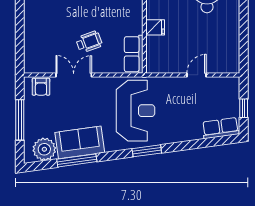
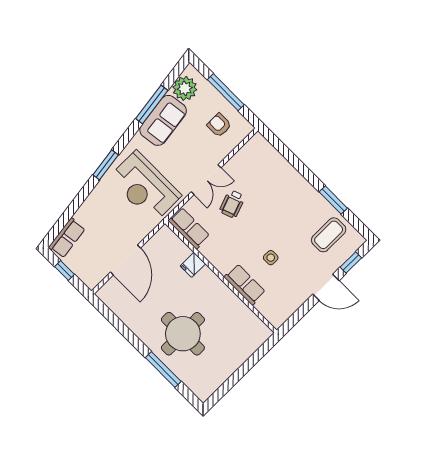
double door: (74, 75) -> (206, 180), moved
door: (196, 75) -> (125, 260), width x1.87
armchair: (41, 87) -> (219, 125), moved

